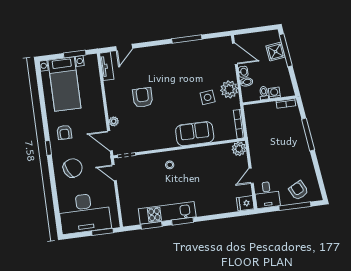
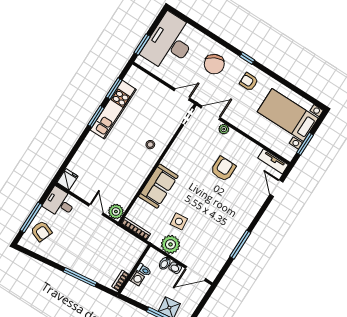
armchair: (143, 98) -> (223, 169), turned -90
door: (251, 176) -> (96, 209), moved
armchair: (299, 190) -> (41, 231), turned 48

